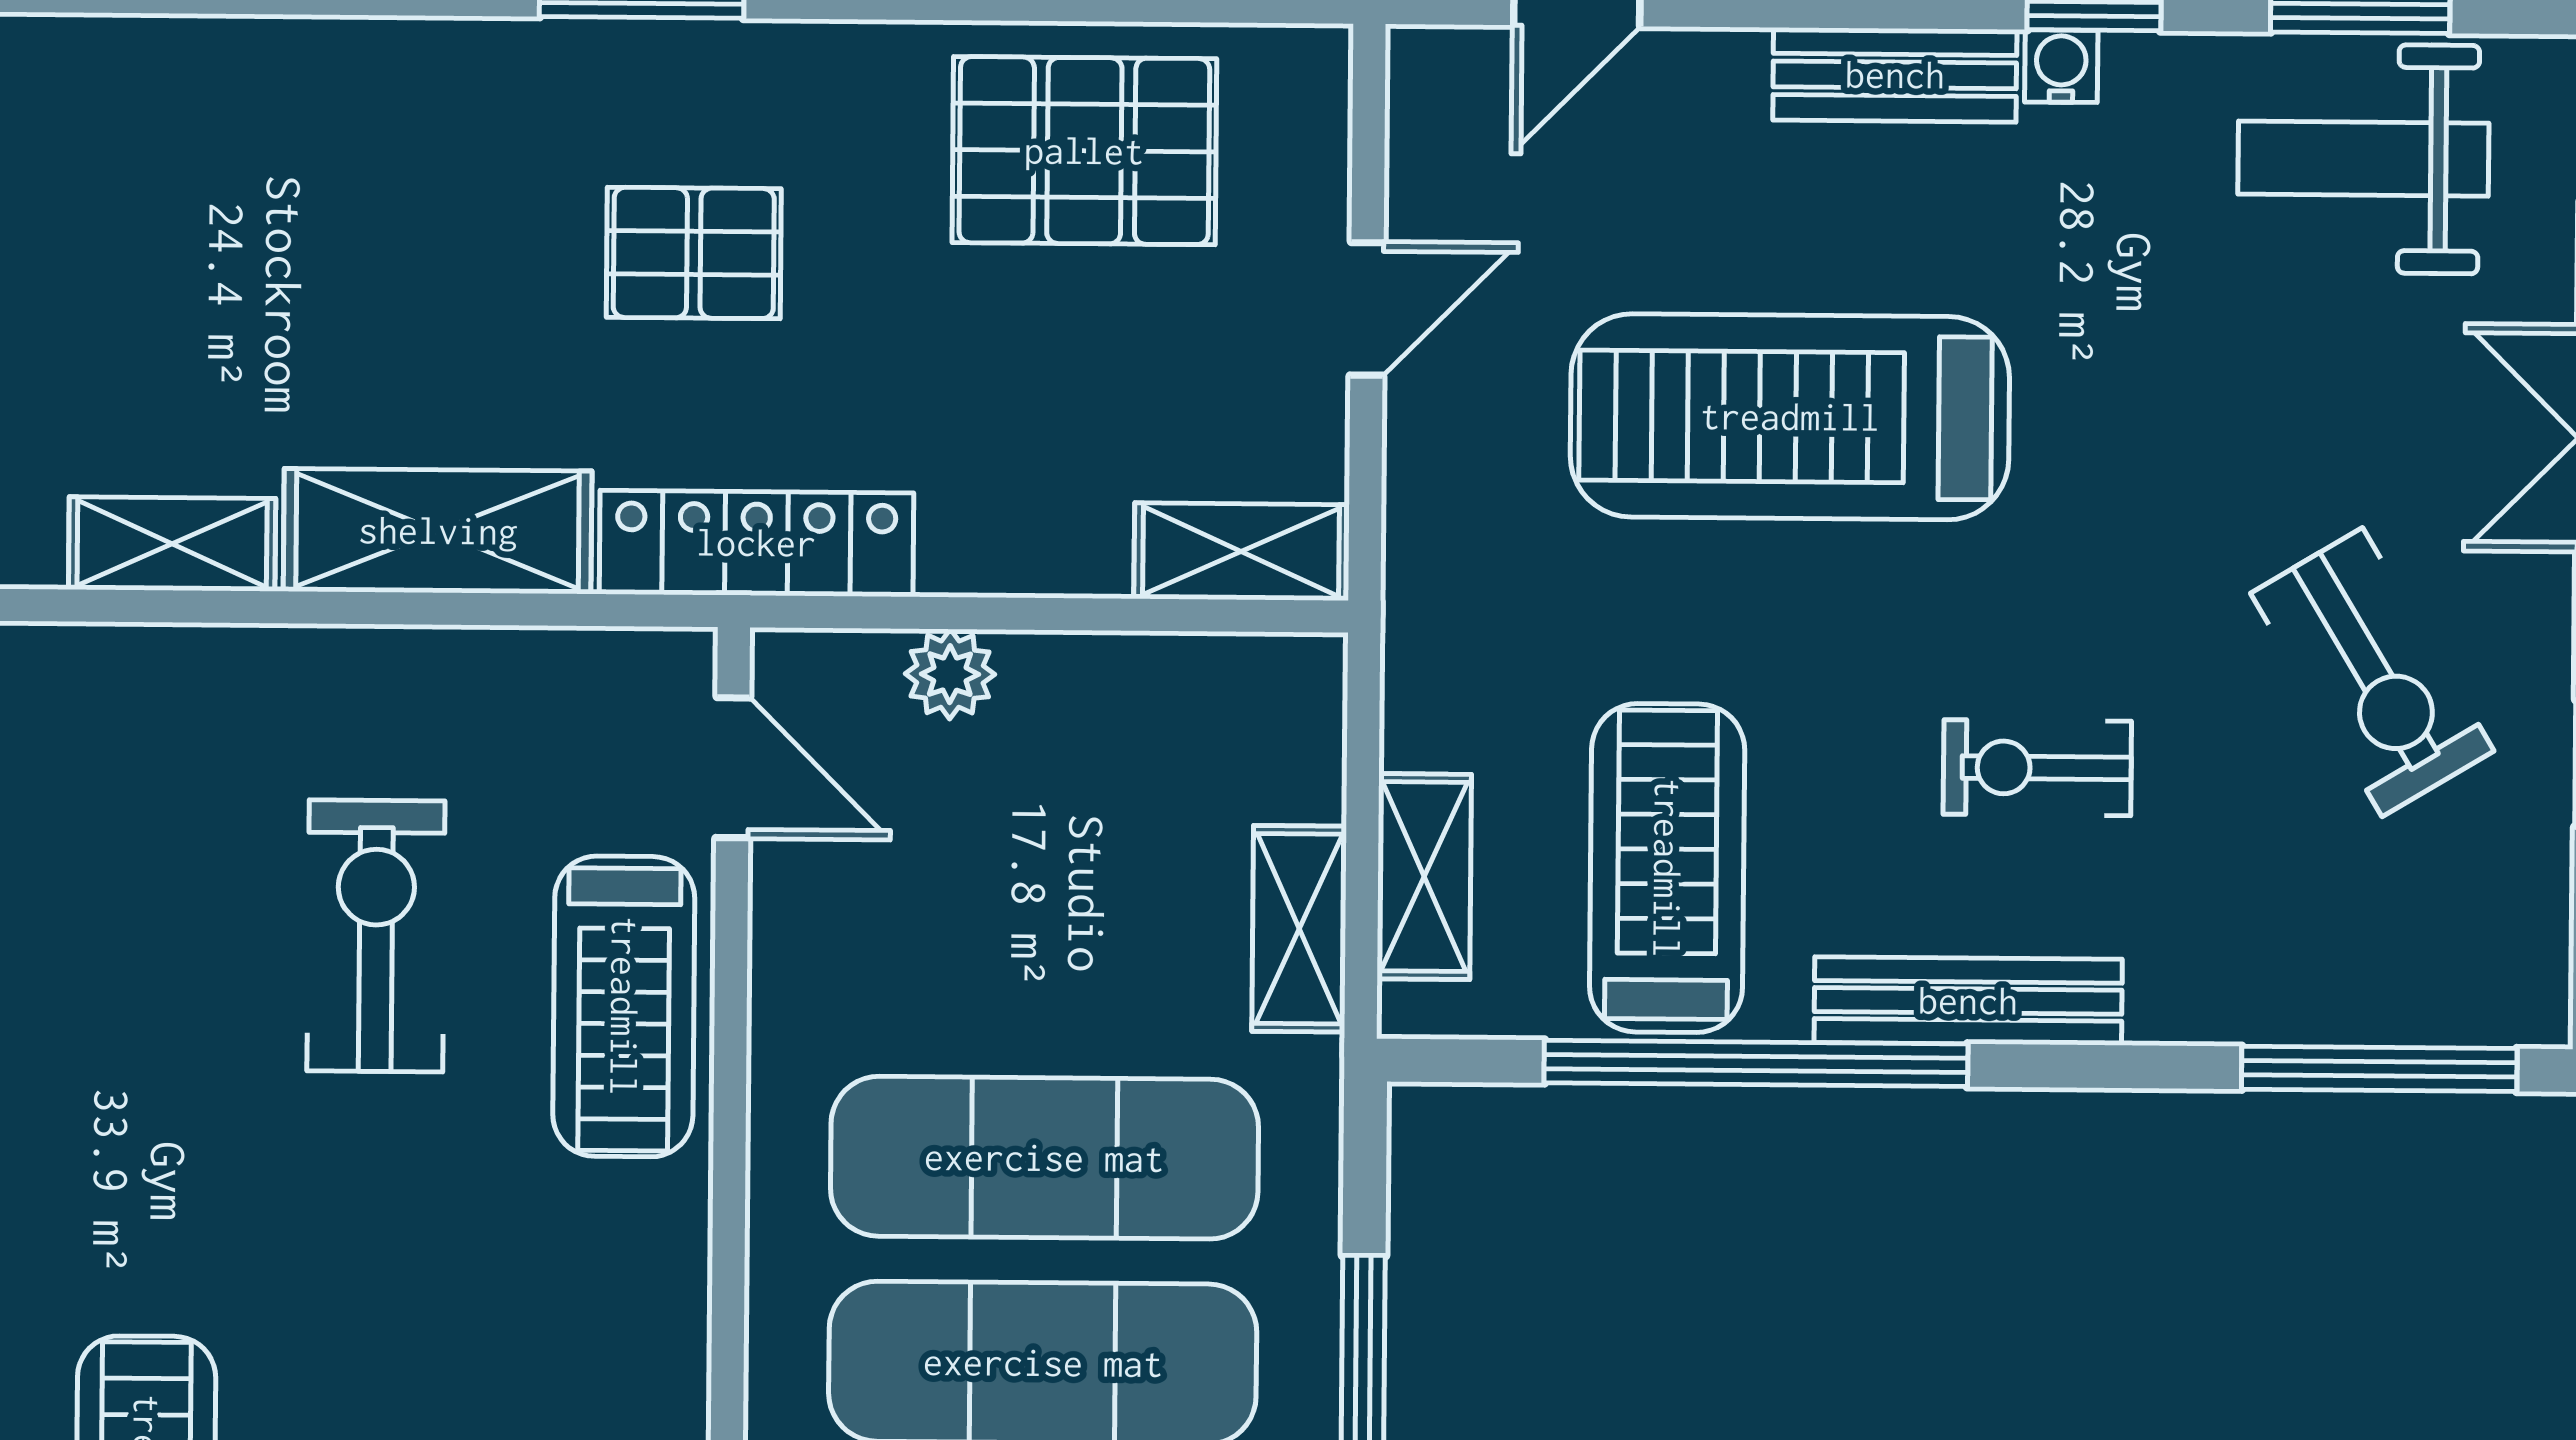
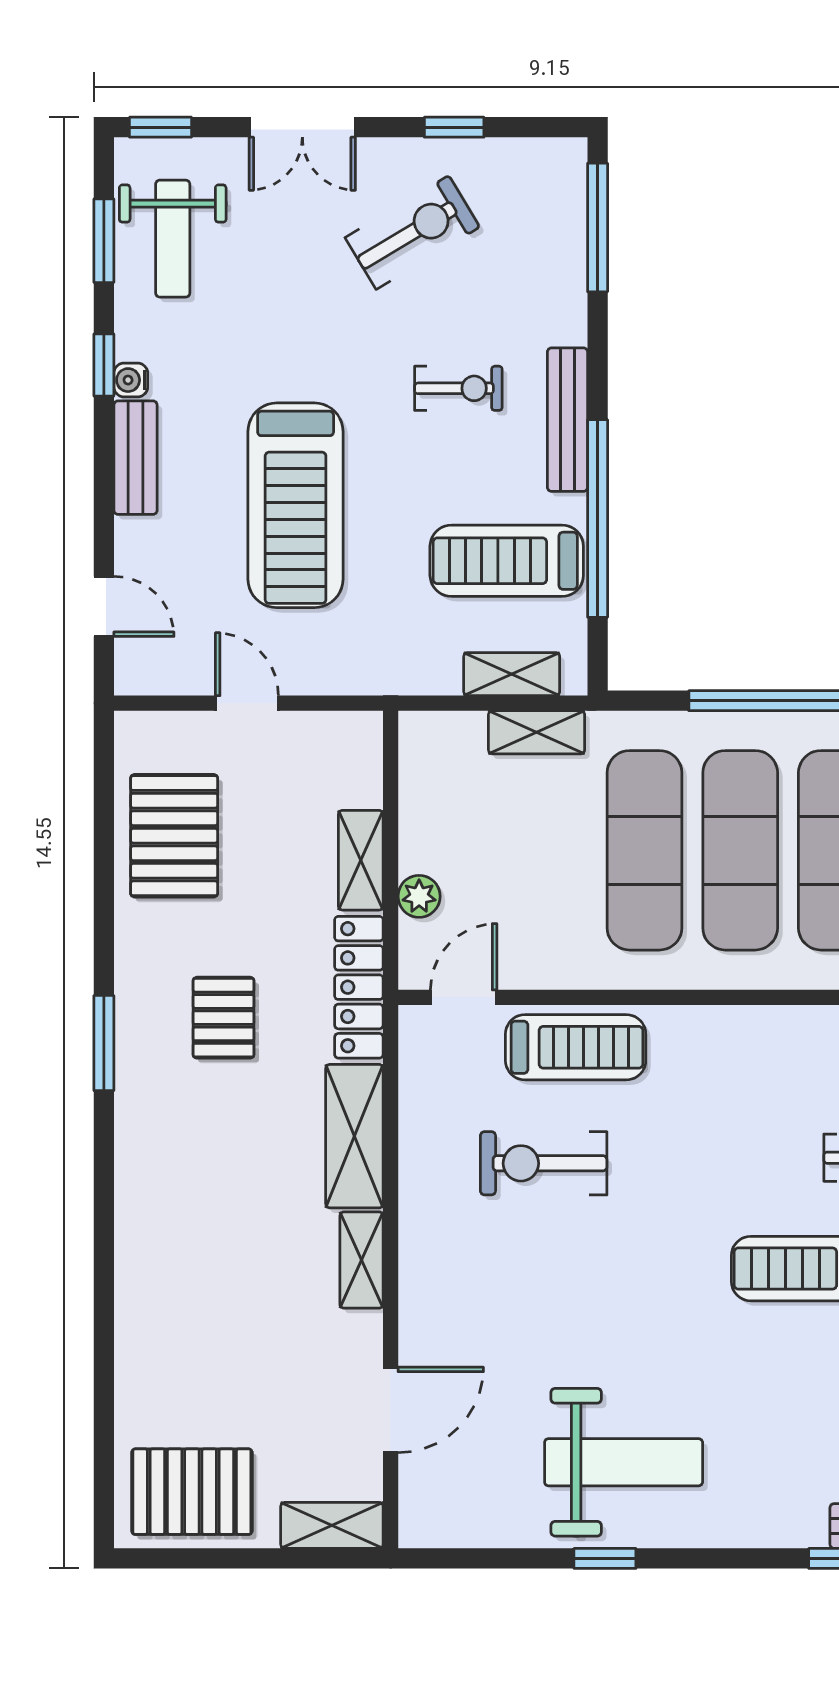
shelving: (1241, 552) -> (361, 860), moved
exercise bike: (2037, 768) -> (458, 388), turned -90

